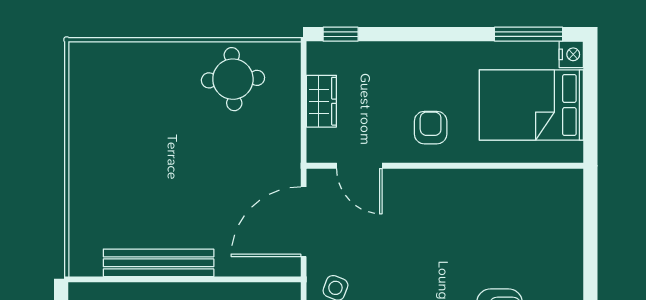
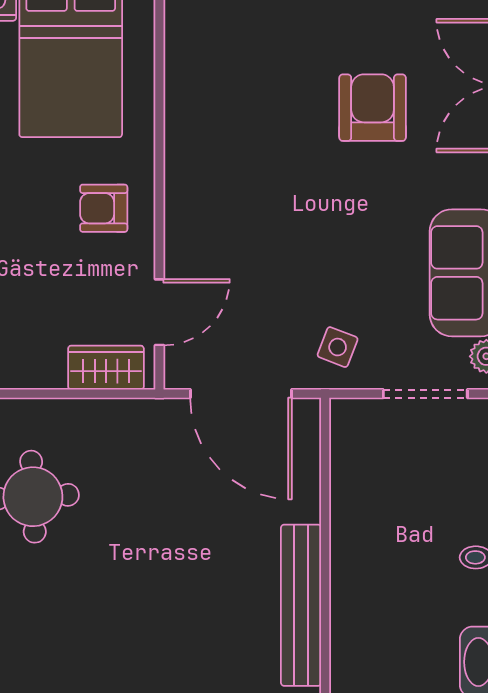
wardrobe: (321, 101) -> (106, 368), moved

